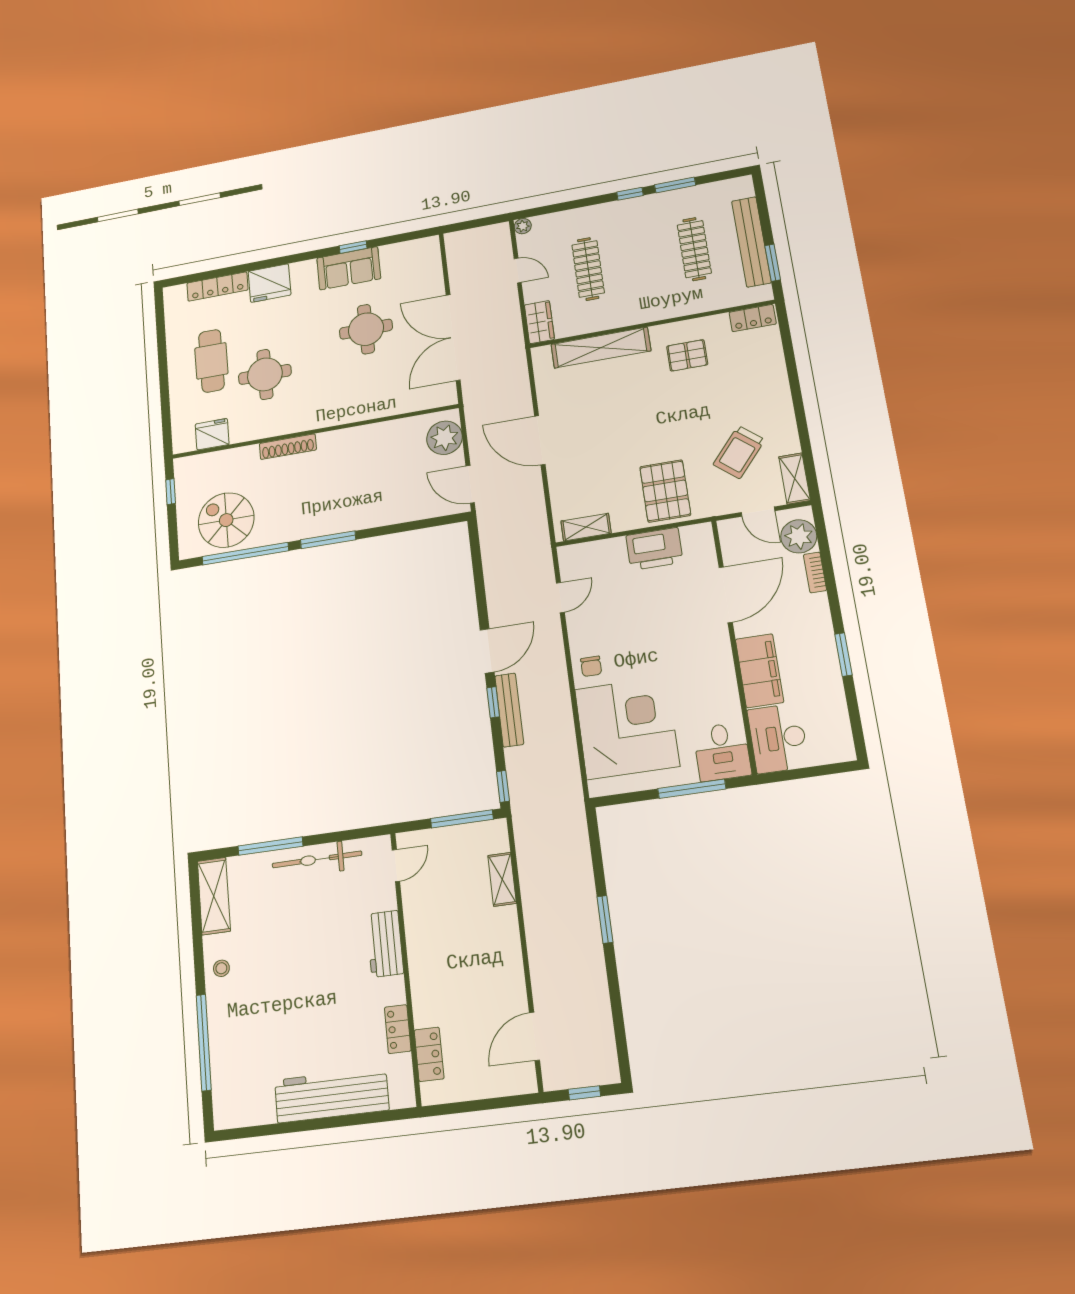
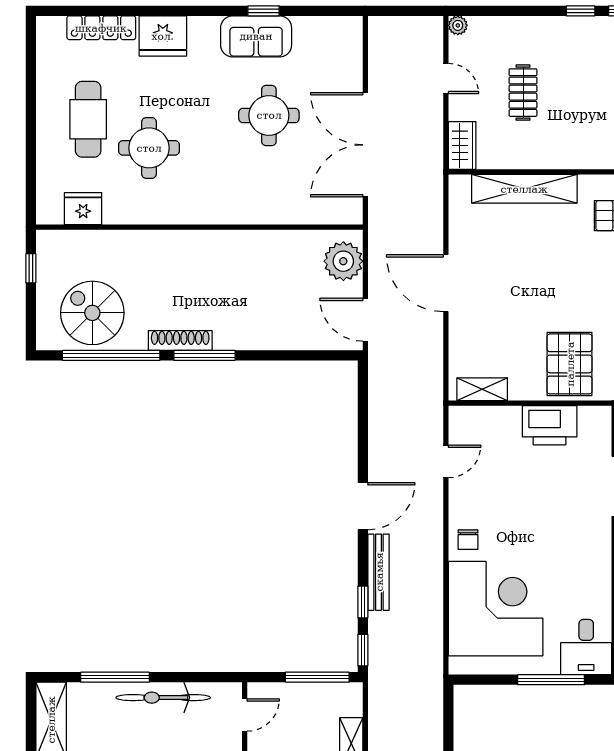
clothes rail: (588, 269) -> (523, 93), width x0.73
shoe rack: (288, 447) -> (180, 340), moved, turned 180
window: (493, 702) -> (363, 602), moved

